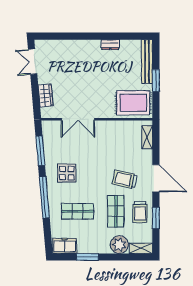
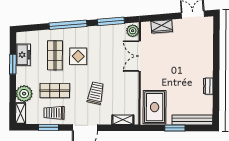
plant: (50, 127) -> (133, 31), added
display table: (67, 173) -> (78, 56), moved
trolley: (125, 179) -> (96, 93), moved
freezer: (65, 246) -> (23, 55), moved

